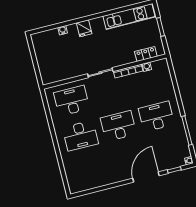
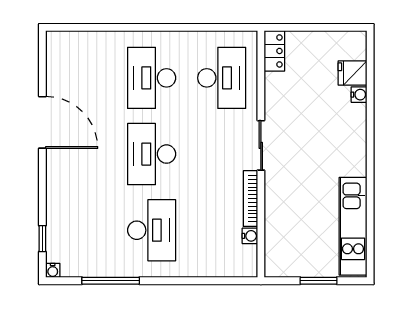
fridge: (84, 28) -> (352, 73), moved
locker: (146, 54) -> (274, 51), moved
desk: (118, 126) -> (152, 154), turned 180
door: (146, 177) -> (42, 122), moved

